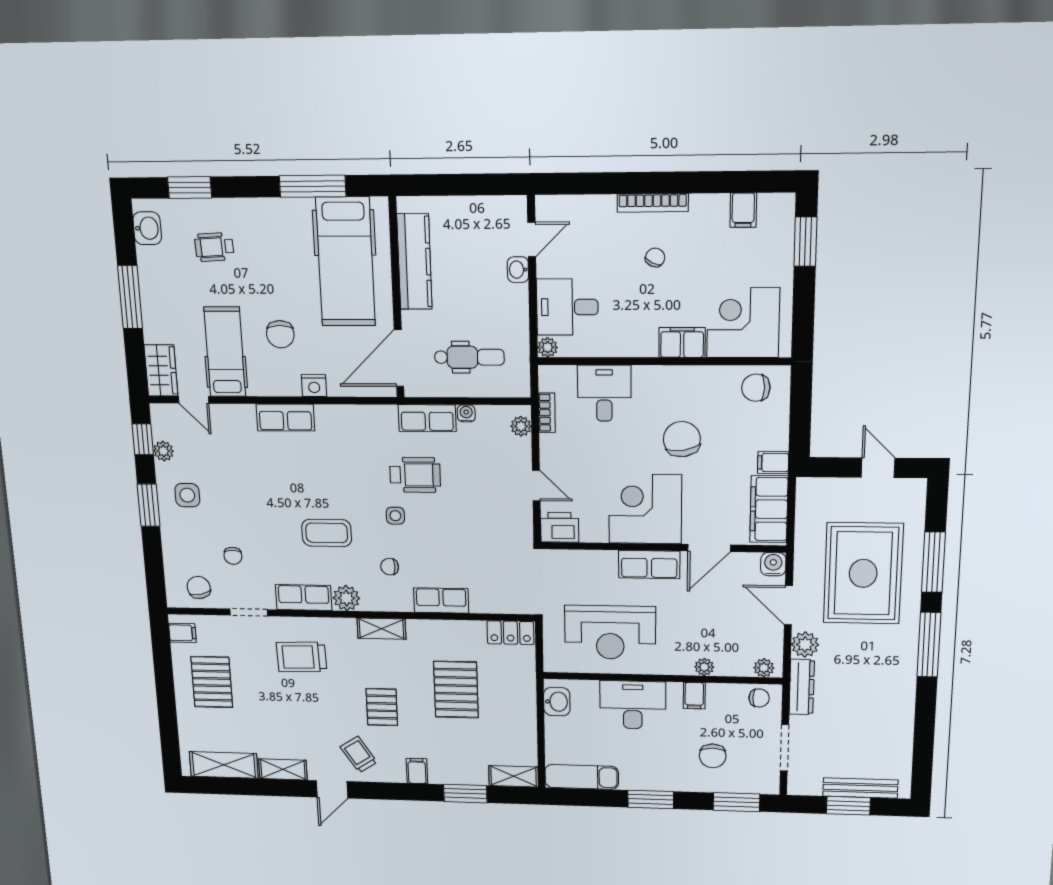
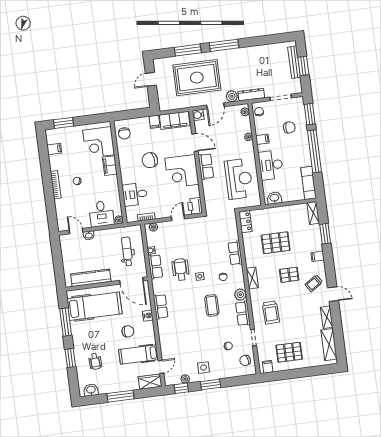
window: (190, 188) -> (70, 358), moved
row of seats: (285, 418) -> (161, 307), moved
window: (651, 799) -> (314, 151), width x2.11

